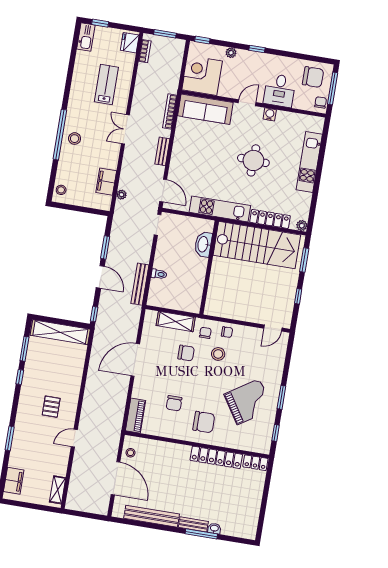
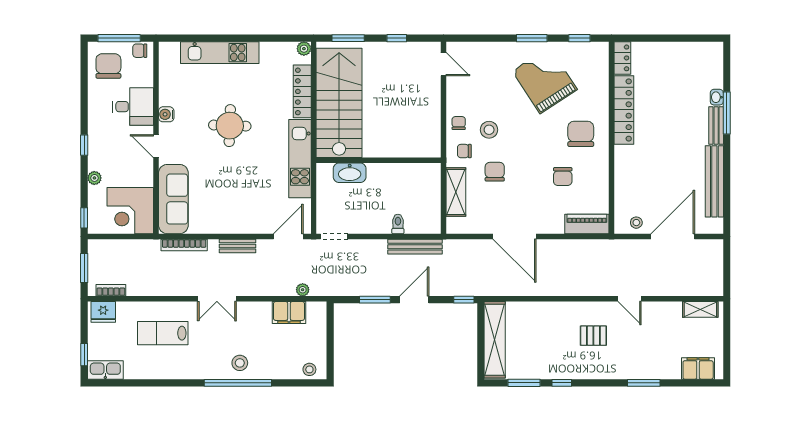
chair: (174, 403) -> (563, 177), turned 90

